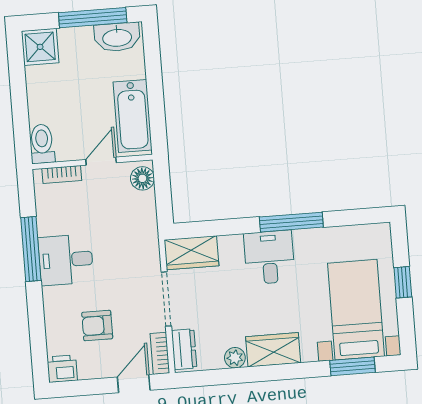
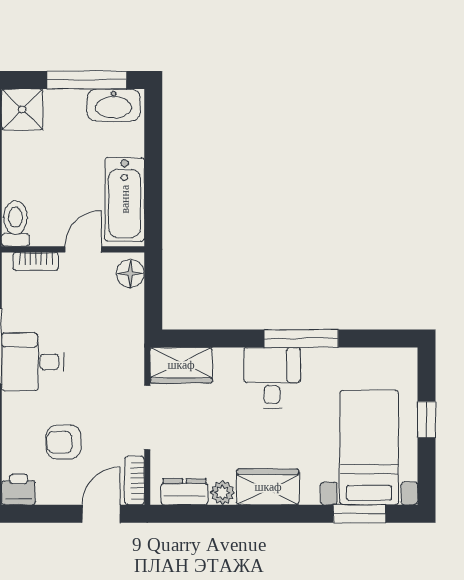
dresser: (184, 349) -> (184, 492), moved, turned -90

